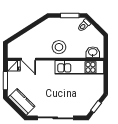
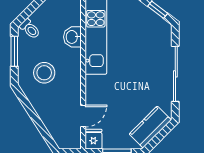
stool: (59, 47) -> (44, 73), moved
washbasin: (93, 52) -> (72, 37), moved

